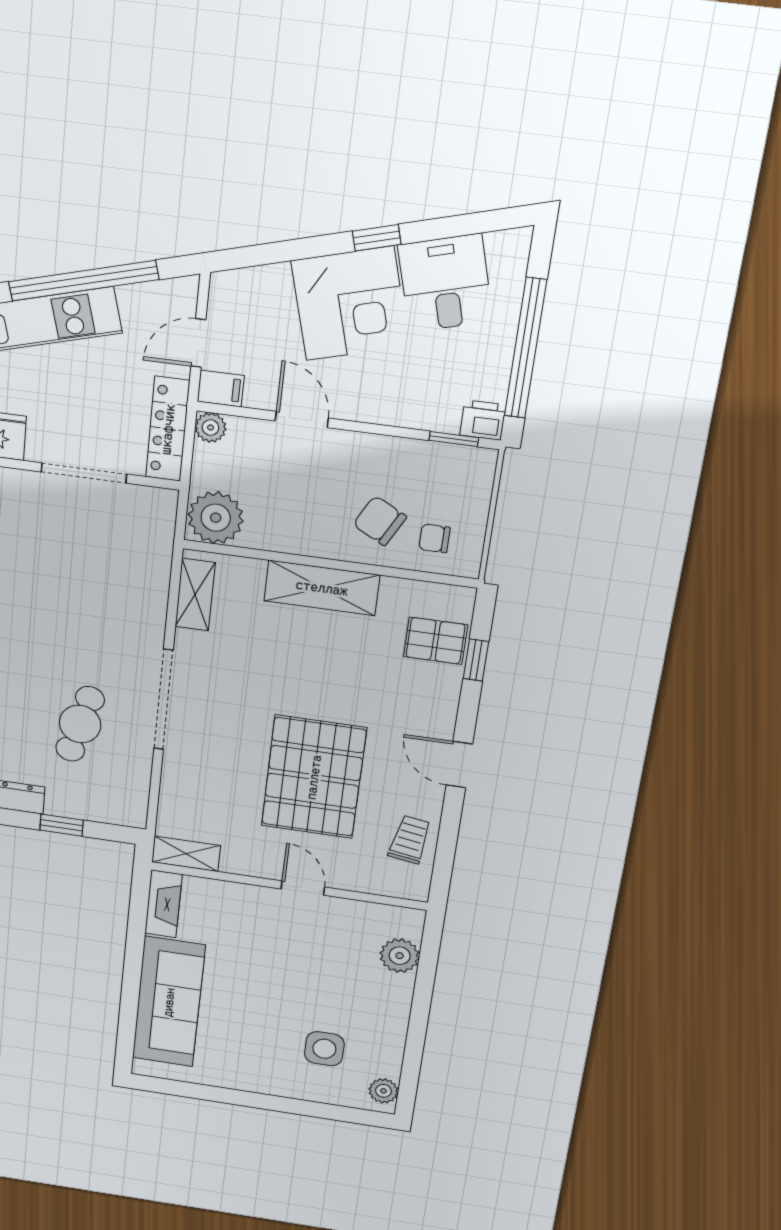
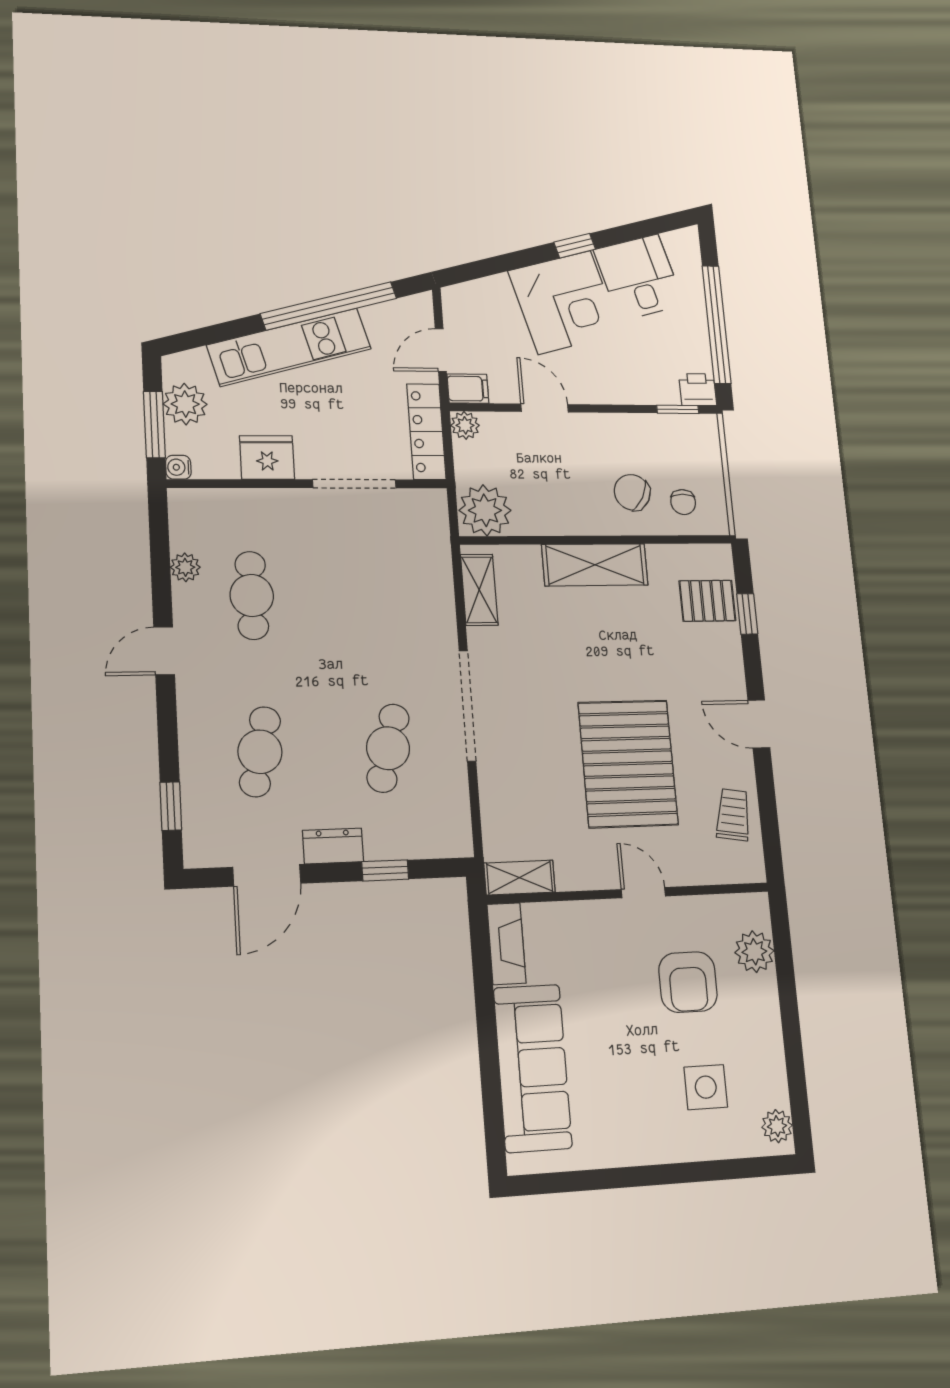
chair: (434, 538) -> (683, 502), turned -90
armchair: (328, 967) -> (688, 982), added

